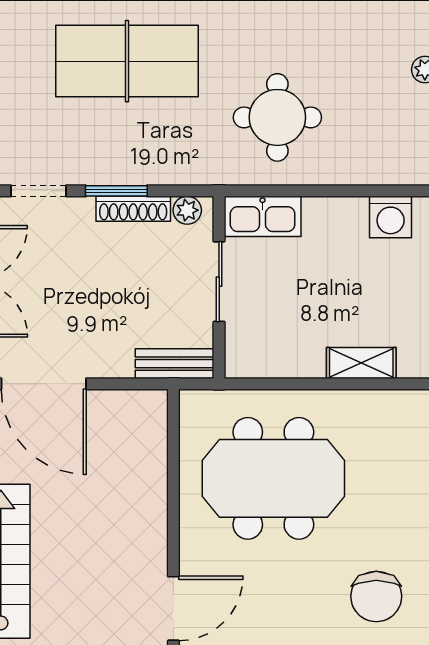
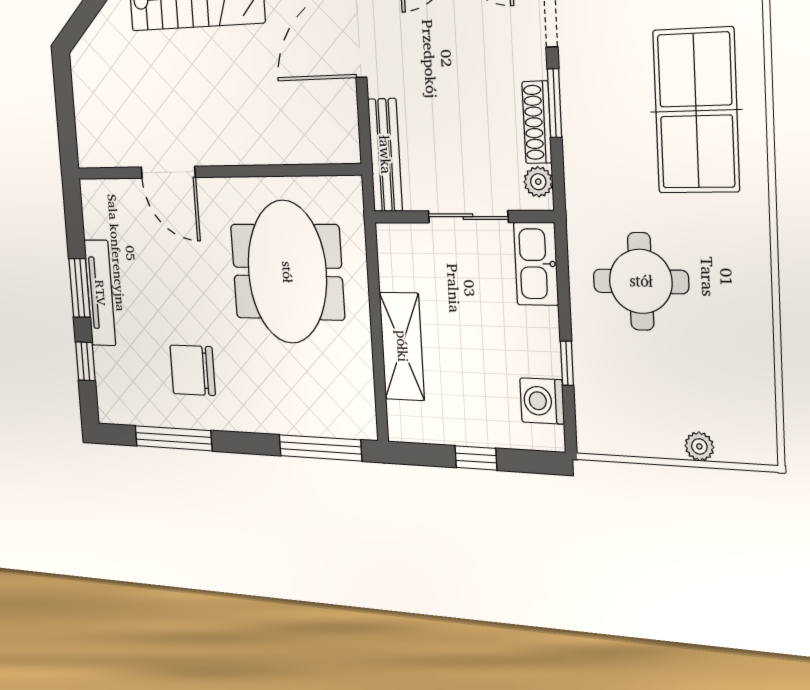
window: (354, 191) -> (567, 363), added
shelving: (361, 363) -> (402, 346), width x1.50, depth x1.33
bench: (175, 364) -> (385, 155), width x1.36

